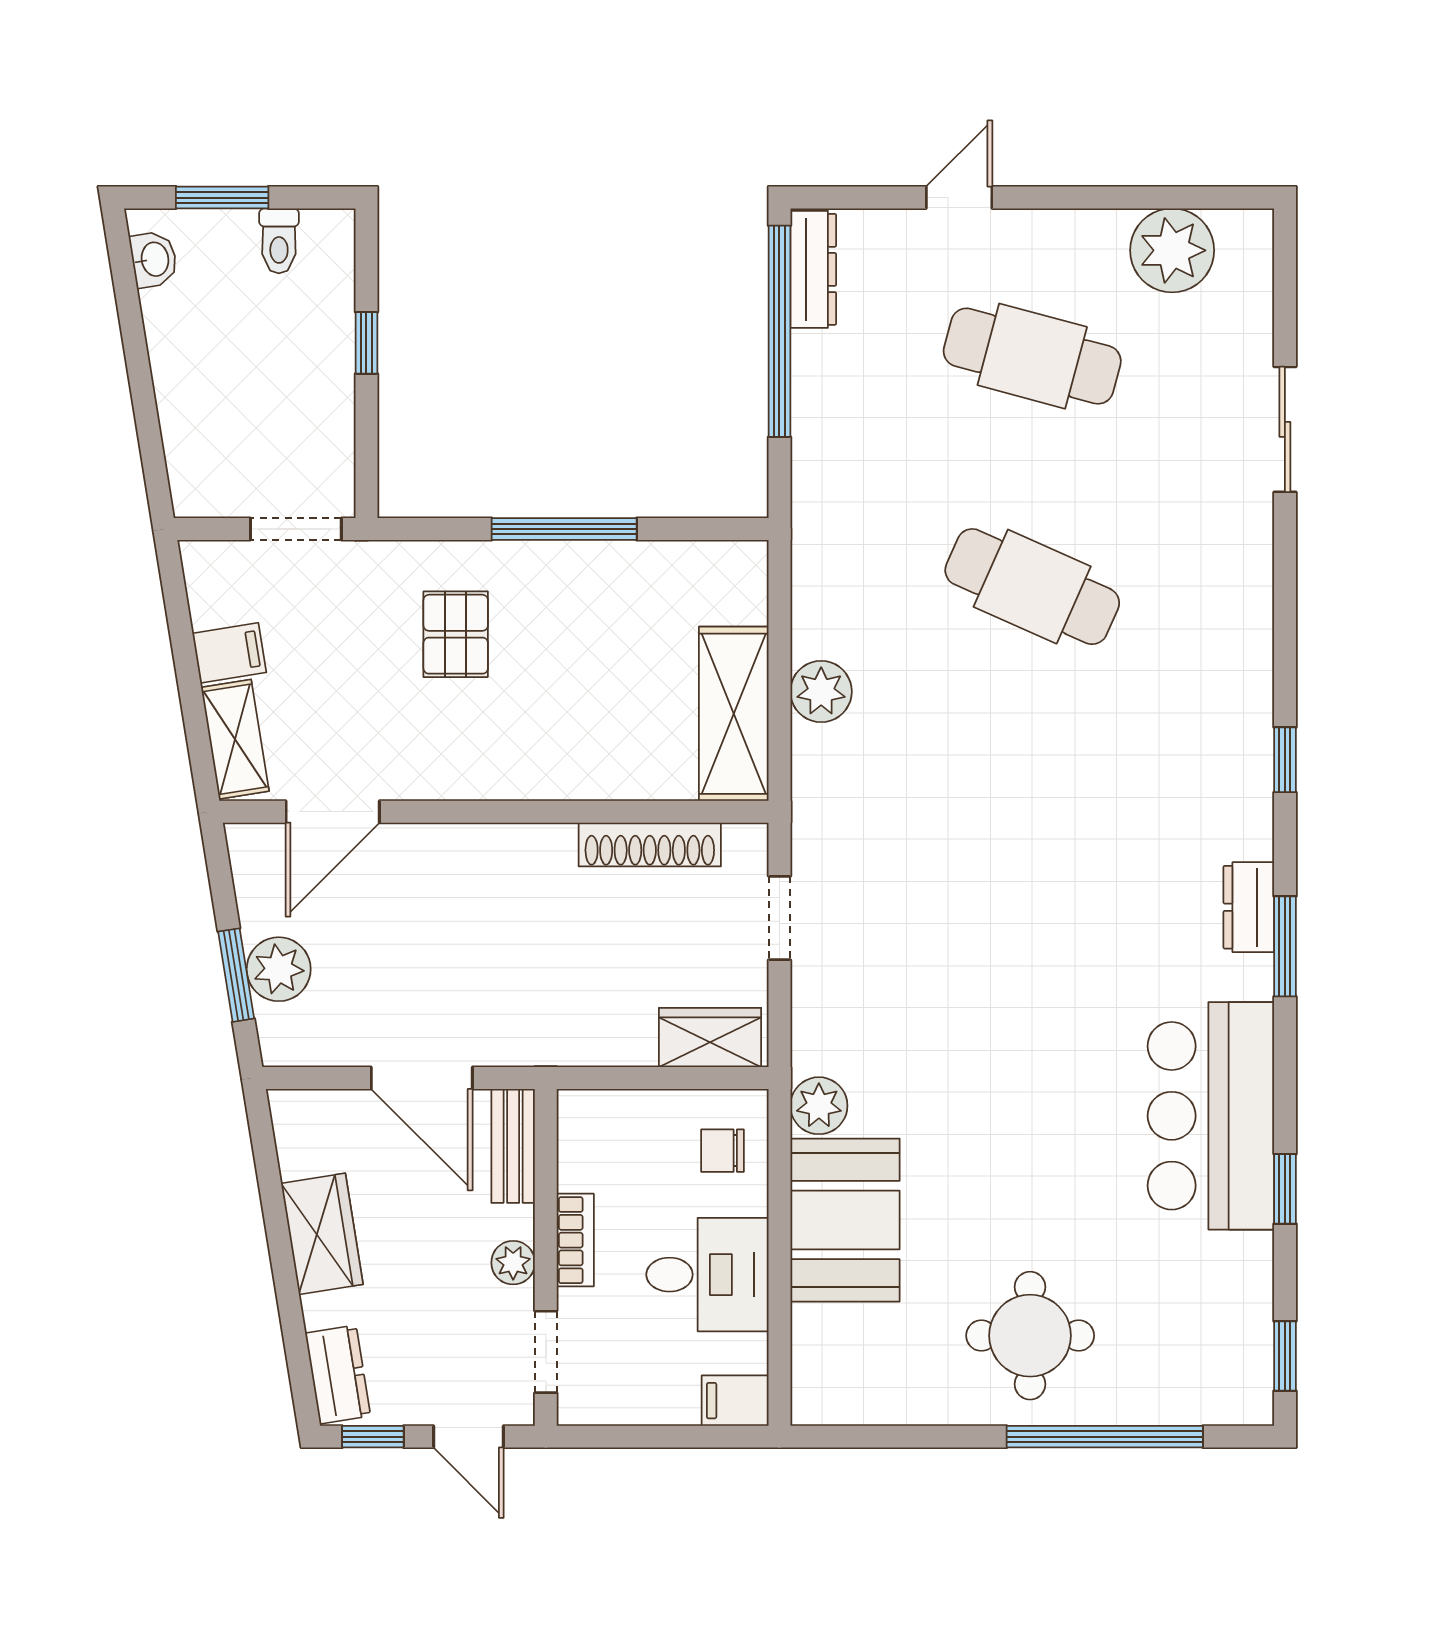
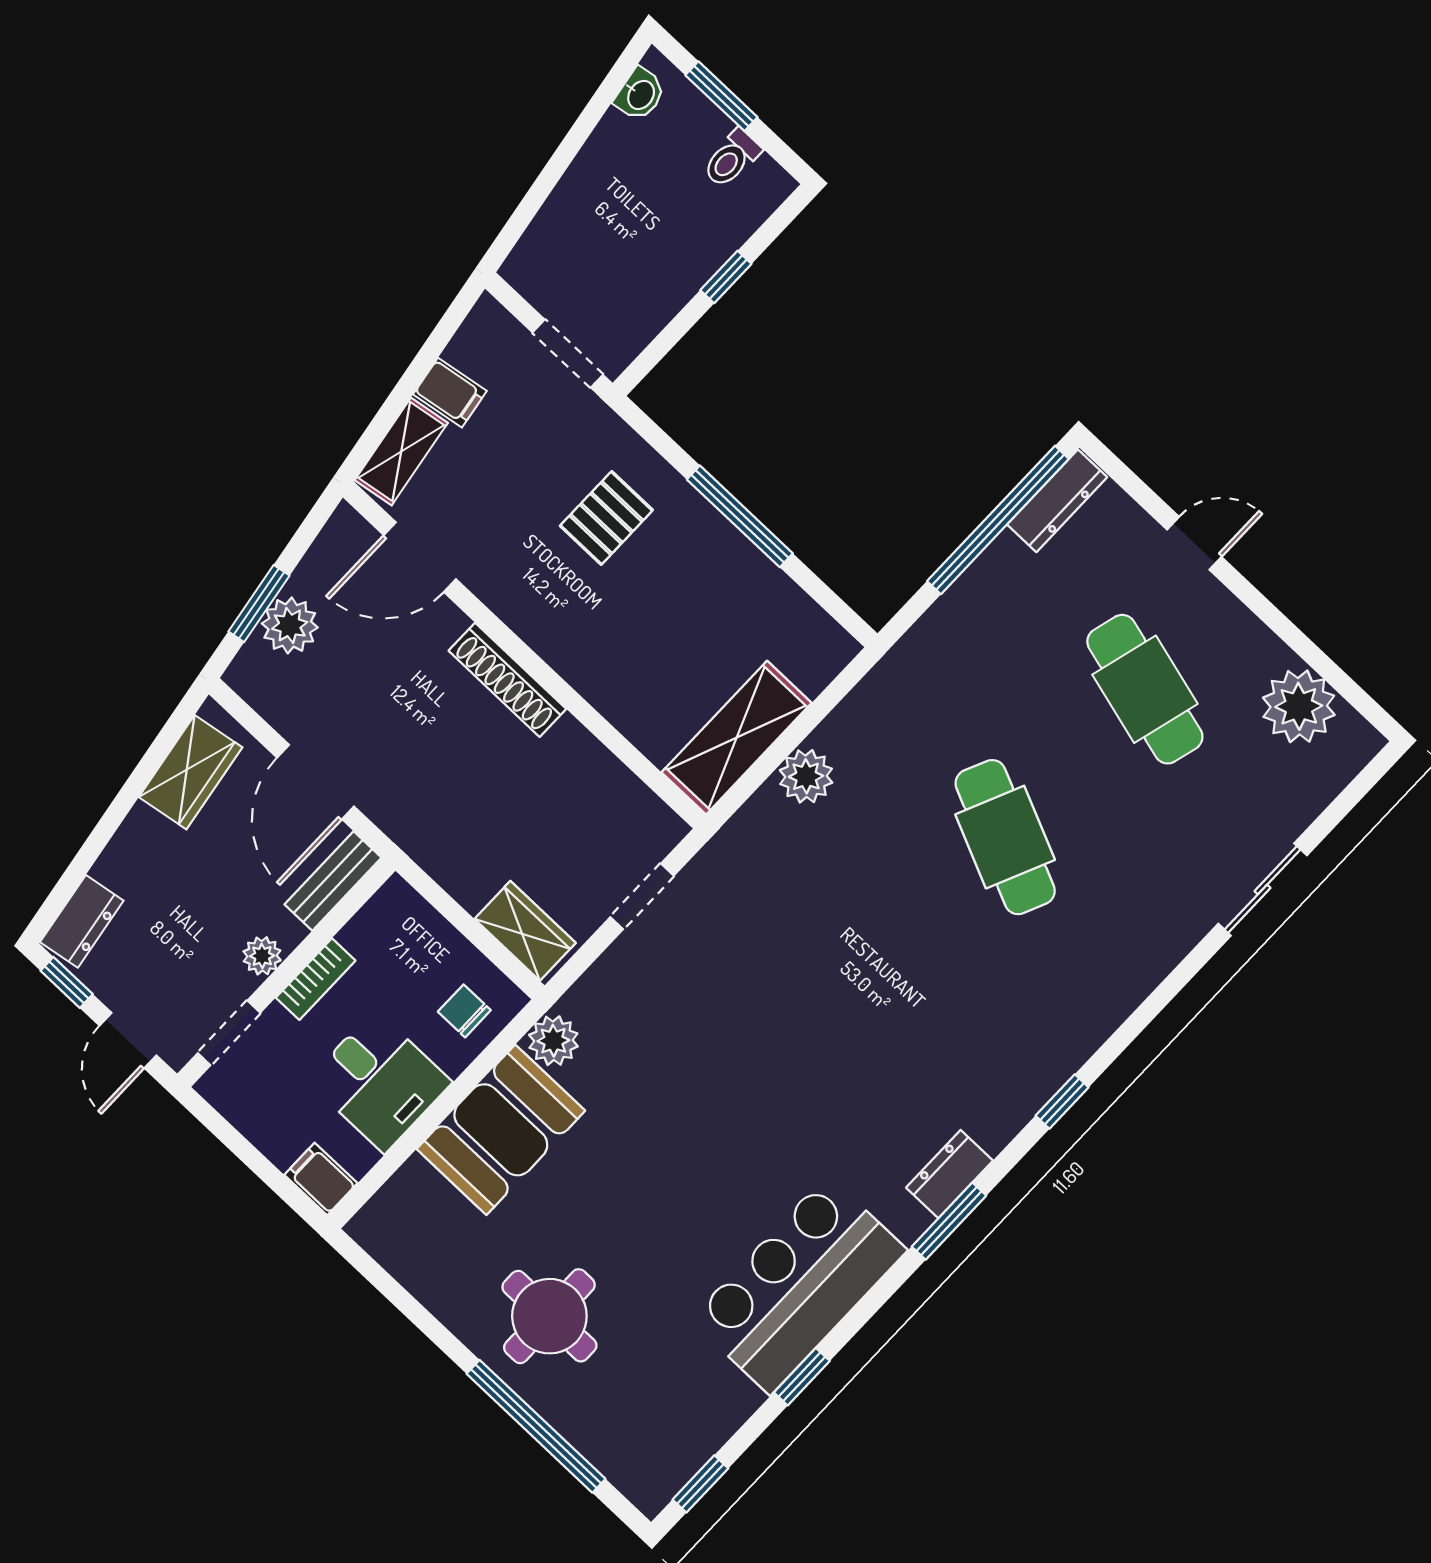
shoe rack: (650, 845) -> (507, 680), moved
wardrobe: (322, 1234) -> (191, 772), moved

